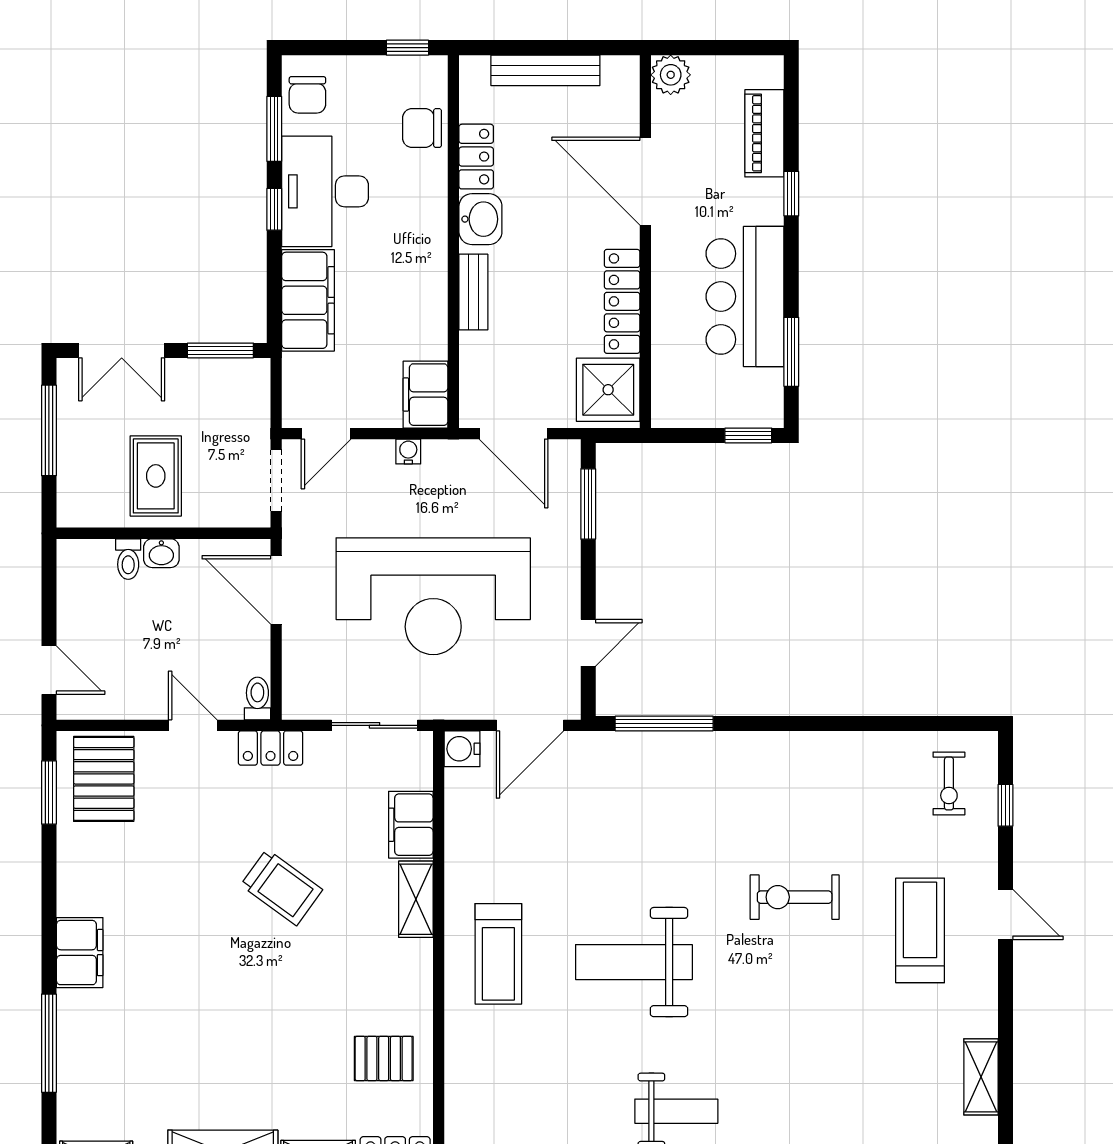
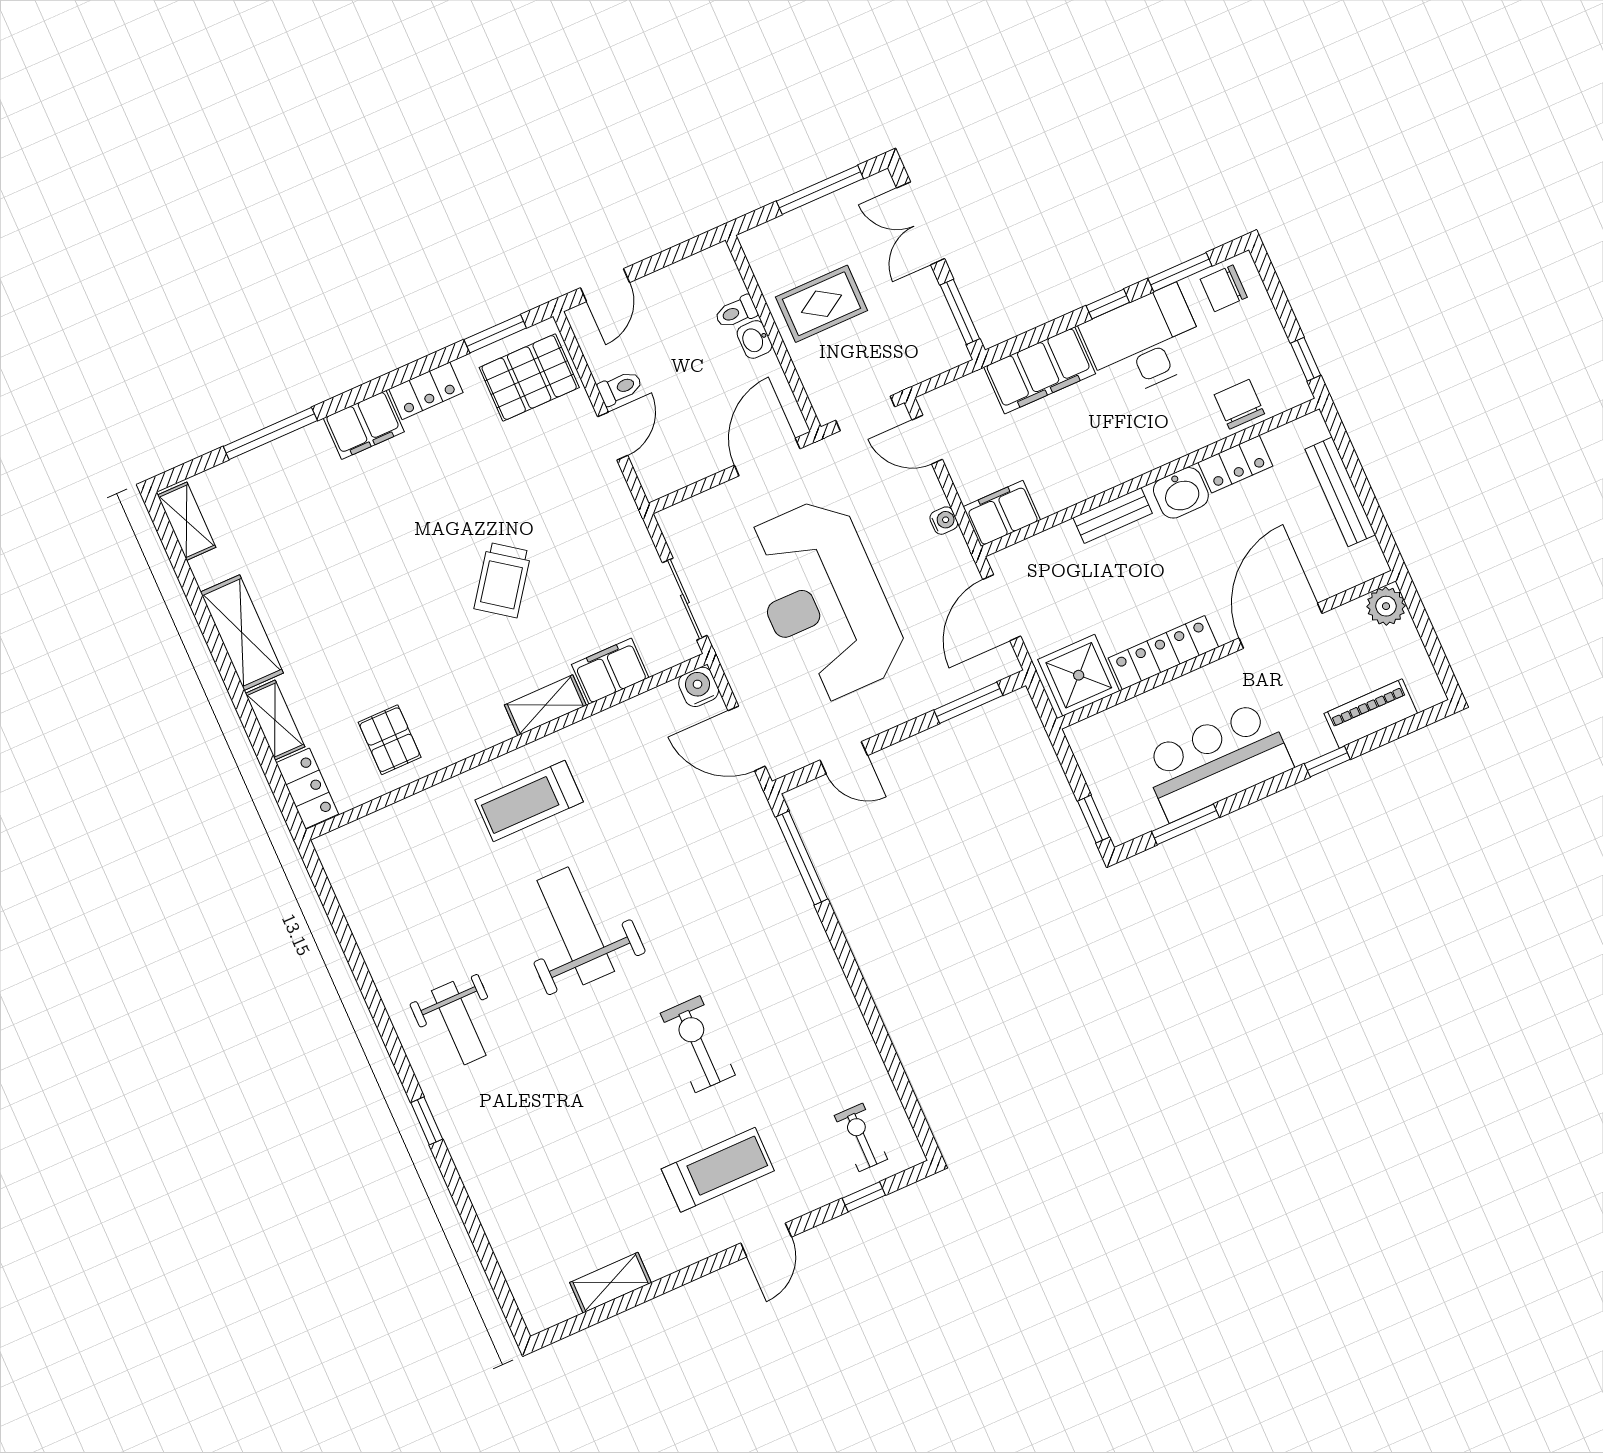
toilet: (257, 698) -> (620, 388), moved
locker: (271, 748) -> (426, 391), moved, turned -90
exercise bike: (949, 784) -> (861, 1137), turned 90

